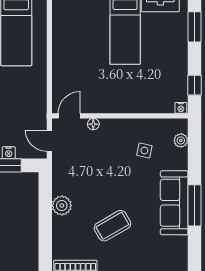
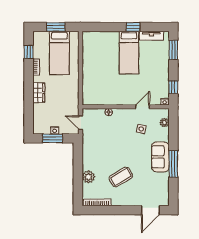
door: (69, 116) -> (143, 107), moved
sofa: (174, 203) -> (160, 157), width x0.73
plant: (62, 206) -> (88, 177), moved

